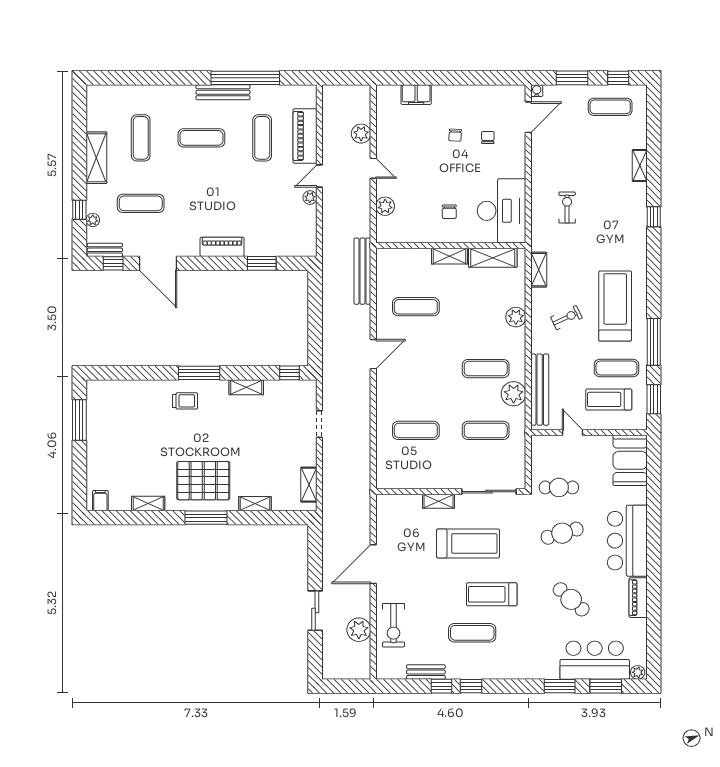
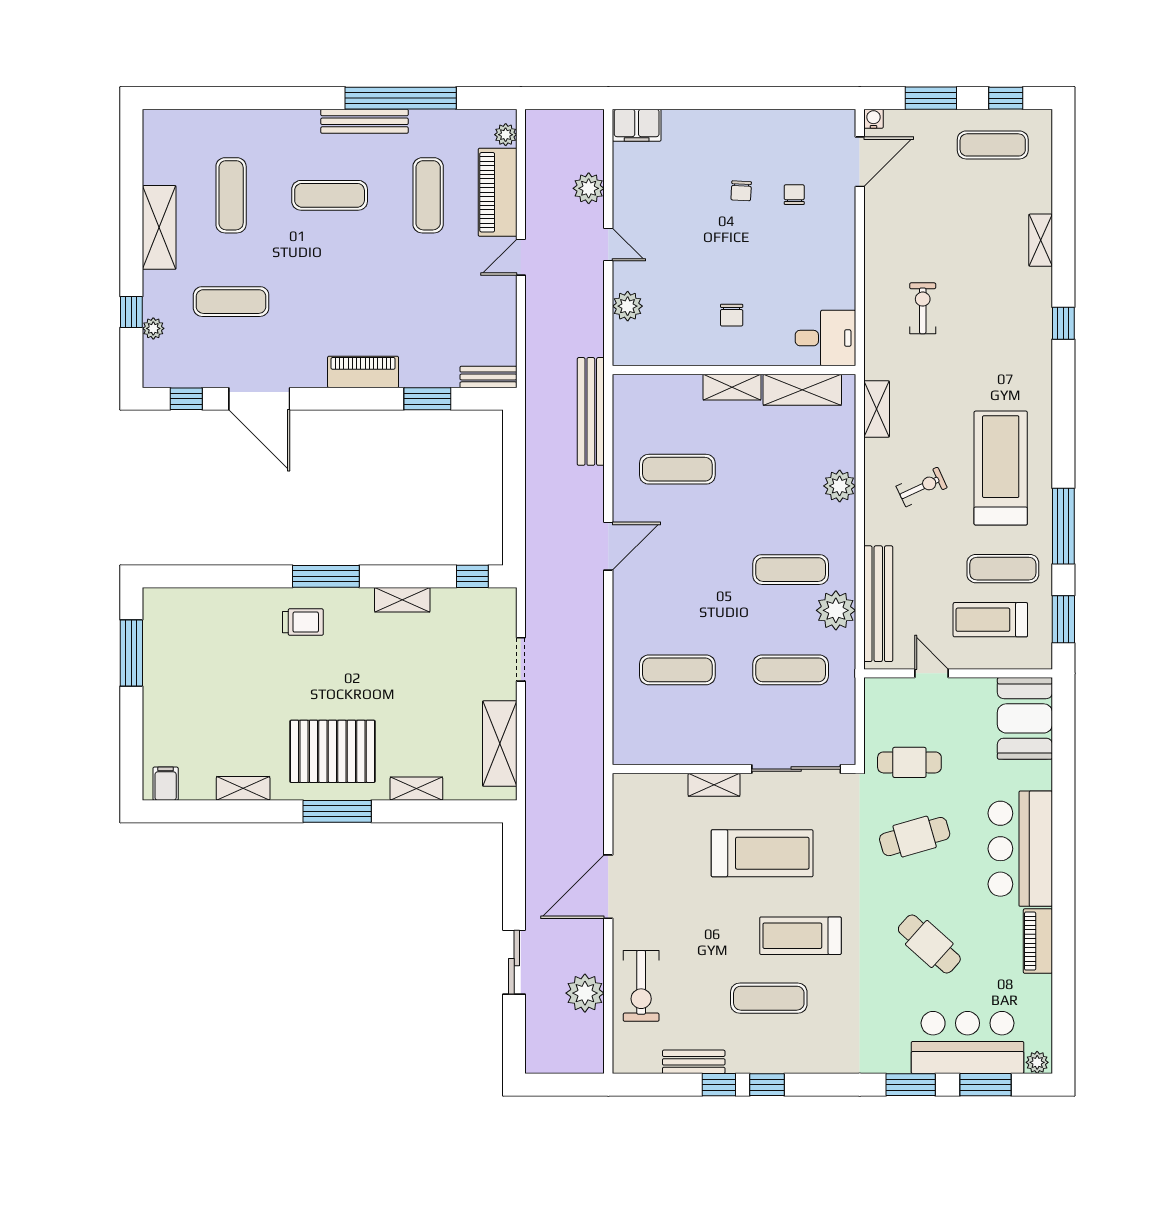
filing cabinet: (416, 95) -> (637, 125), moved
plant: (310, 197) -> (506, 135), moved
desk: (502, 211) -> (826, 338), width x0.53, depth x0.77
bench: (105, 250) -> (488, 377), moved
shelving: (309, 485) -> (500, 744), width x1.50, depth x1.33

